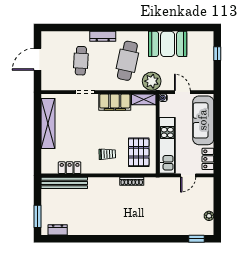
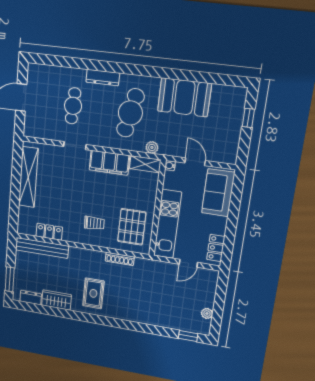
plant: (152, 81) -> (152, 147), width x0.53, depth x0.53
sofa: (203, 120) -> (218, 193), width x0.73
rug: (112, 216) -> (93, 293), added
wardrobe: (81, 228) -> (56, 300), added

